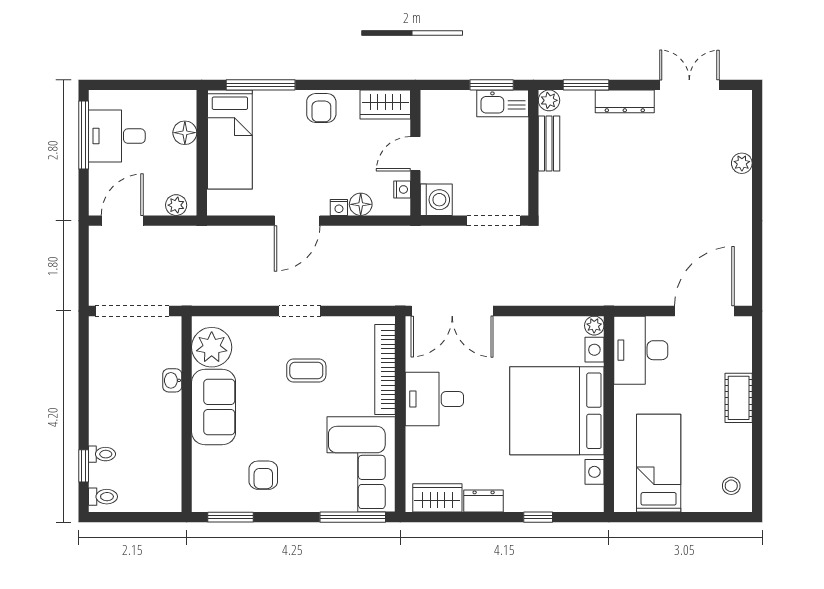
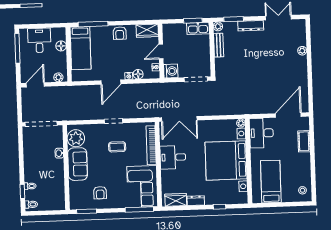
desk: (117, 136) -> (39, 40), moved, turned 90
cot: (739, 398) -> (304, 141), moved

